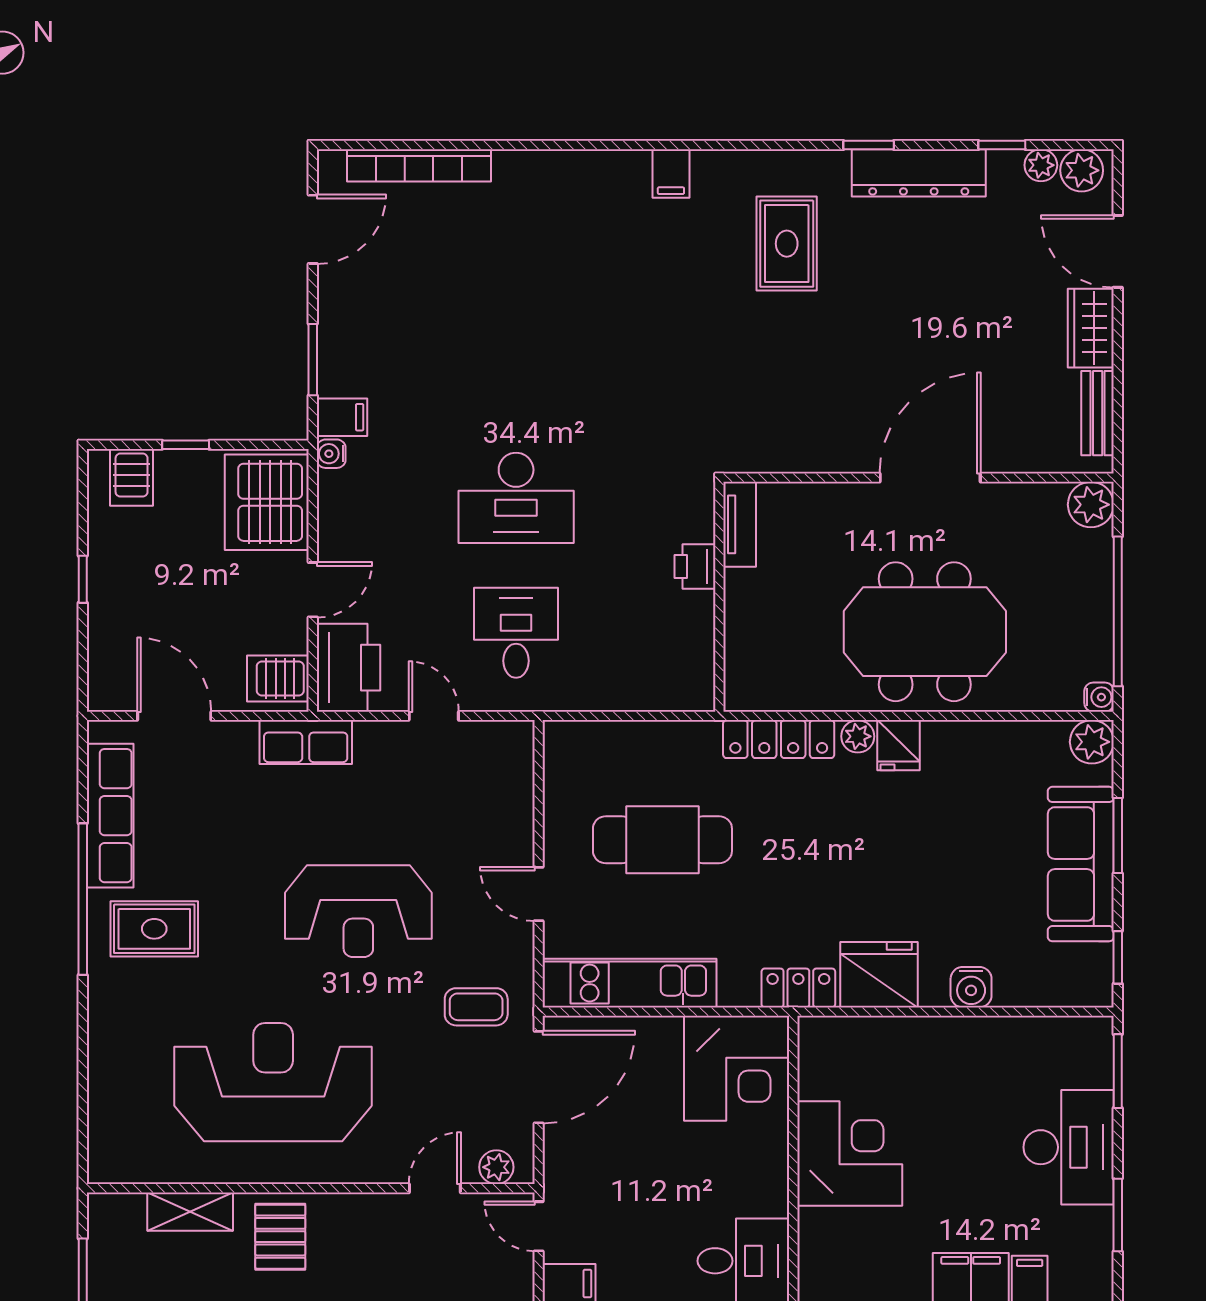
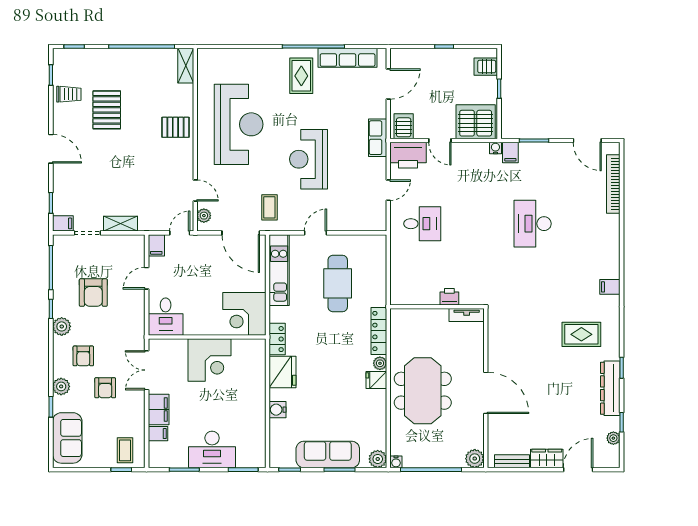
plant: (1082, 170) -> (611, 455), removed
desk: (516, 498) -> (533, 224), moved
shelving: (190, 1212) -> (186, 66), moved

